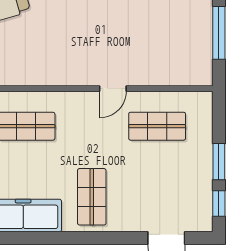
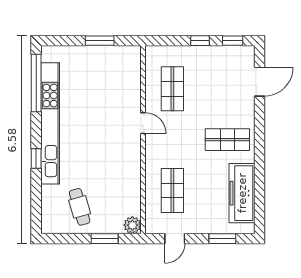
window: (219, 33) -> (100, 41), width x0.69
window: (219, 162) -> (200, 41), width x0.67

